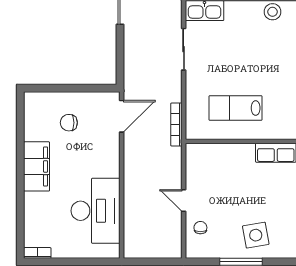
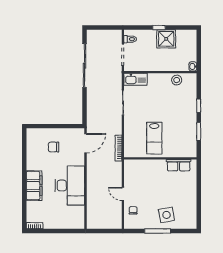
lab bench: (235, 108) -> (154, 138), turned -90
filing cabinet: (37, 166) -> (34, 186), moved
desk: (96, 211) -> (70, 186), moved

